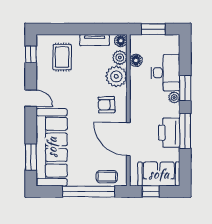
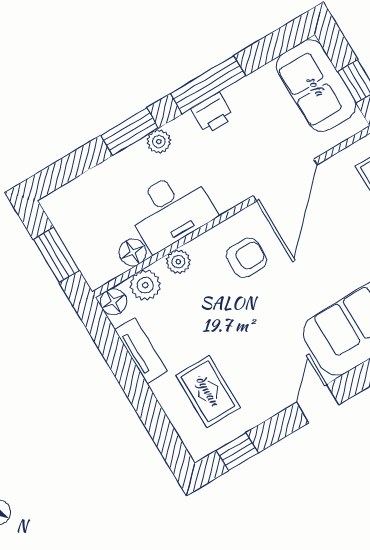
rug: (62, 57) -> (208, 391), turned 90
desk: (165, 73) -> (171, 210), moved, turned 180
plant: (116, 76) -> (178, 262), width x0.53, depth x0.53
armchair: (106, 105) -> (246, 258), turned -88
printer: (169, 133) -> (212, 113), width x0.53, depth x0.68

